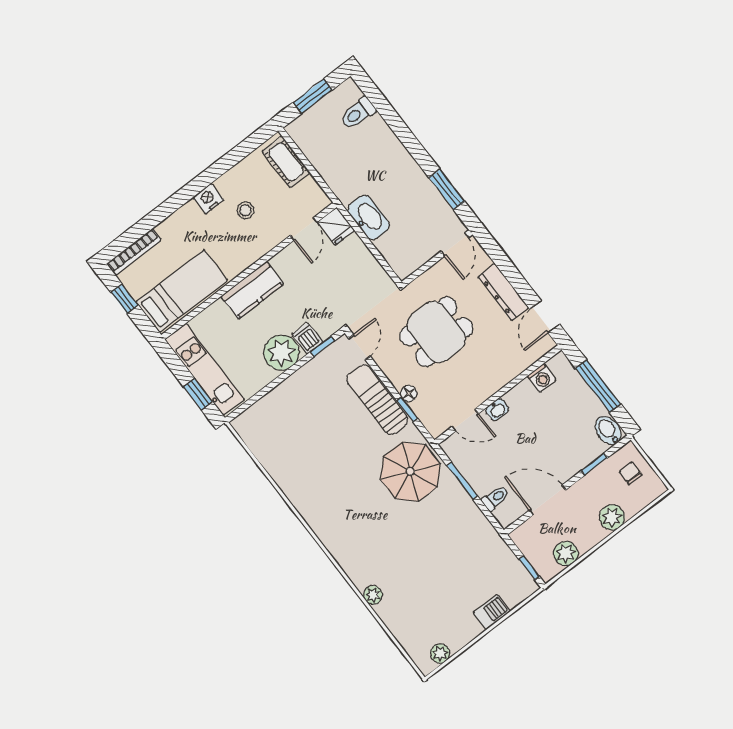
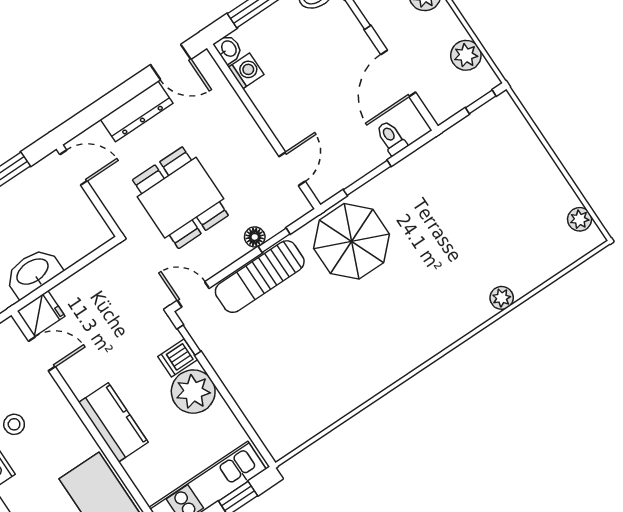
washbasin: (497, 410) -> (228, 49), moved
barbecue: (492, 612) -> (532, 152), removed

